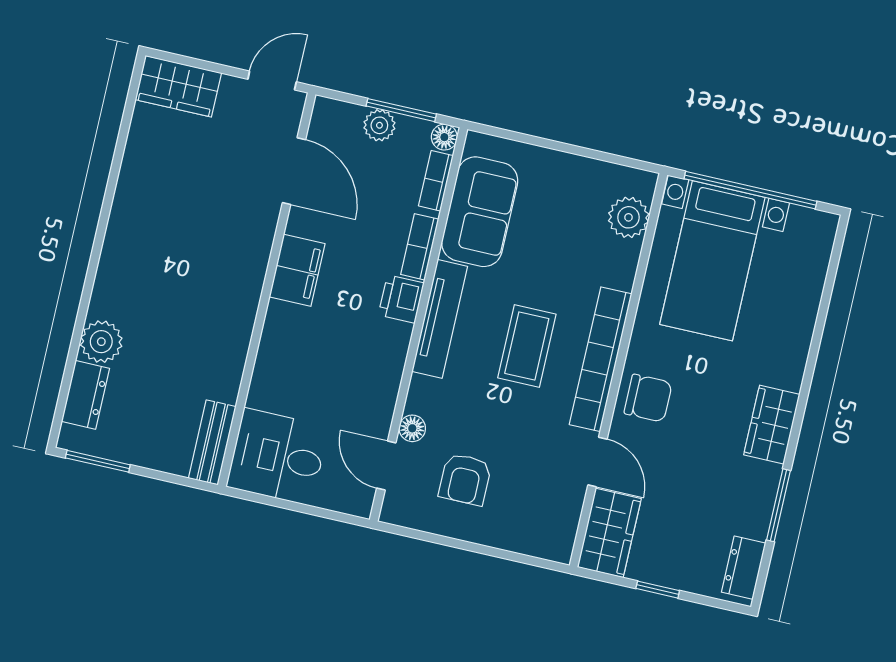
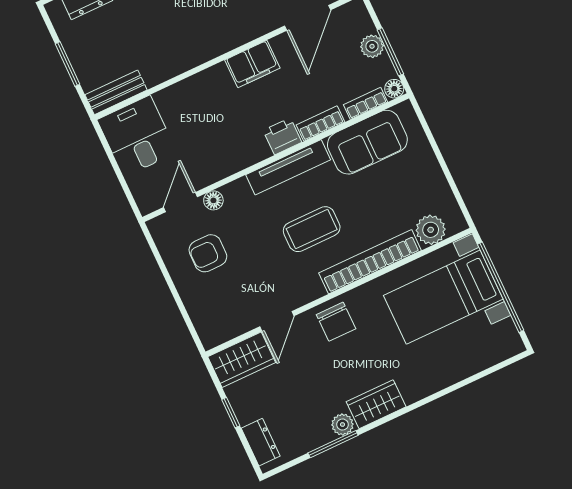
bookcase: (601, 359) -> (370, 262), moved
window: (98, 461) -> (68, 64), moved
plant: (765, 478) -> (342, 425), added
dresser: (744, 568) -> (261, 442), moved, turned 90

